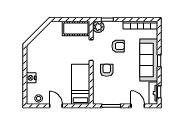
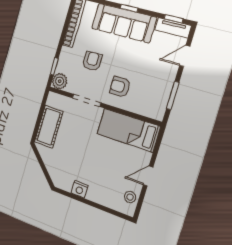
cot: (76, 28) -> (49, 127), moved
nightstand: (31, 78) -> (80, 189), moved

